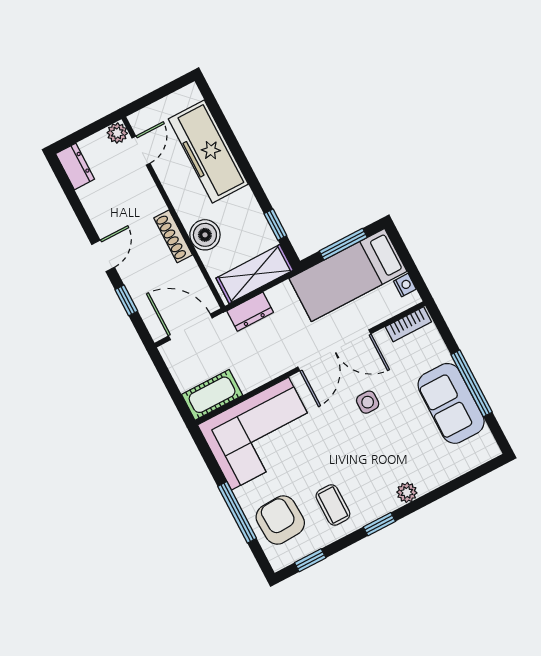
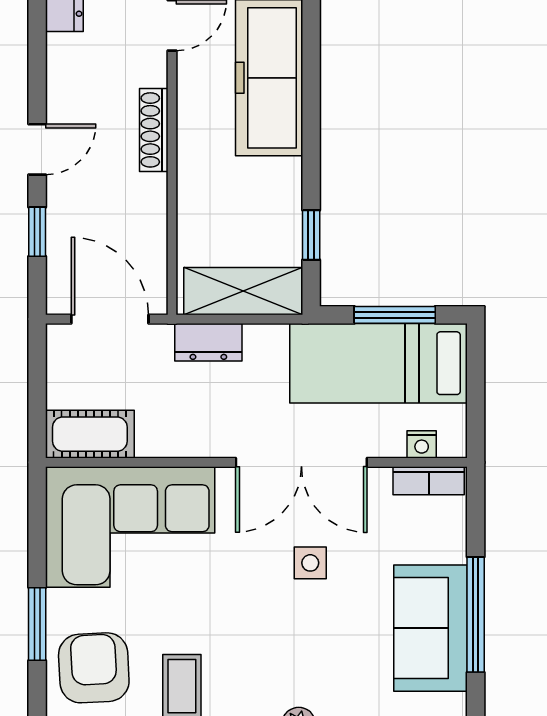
boiler: (205, 235) -> (201, 196), removed
shoe rack: (173, 236) -> (154, 130), moved
nightstand: (405, 285) -> (422, 444), moved, turned 90
window: (237, 512) -> (37, 624), width x0.69

